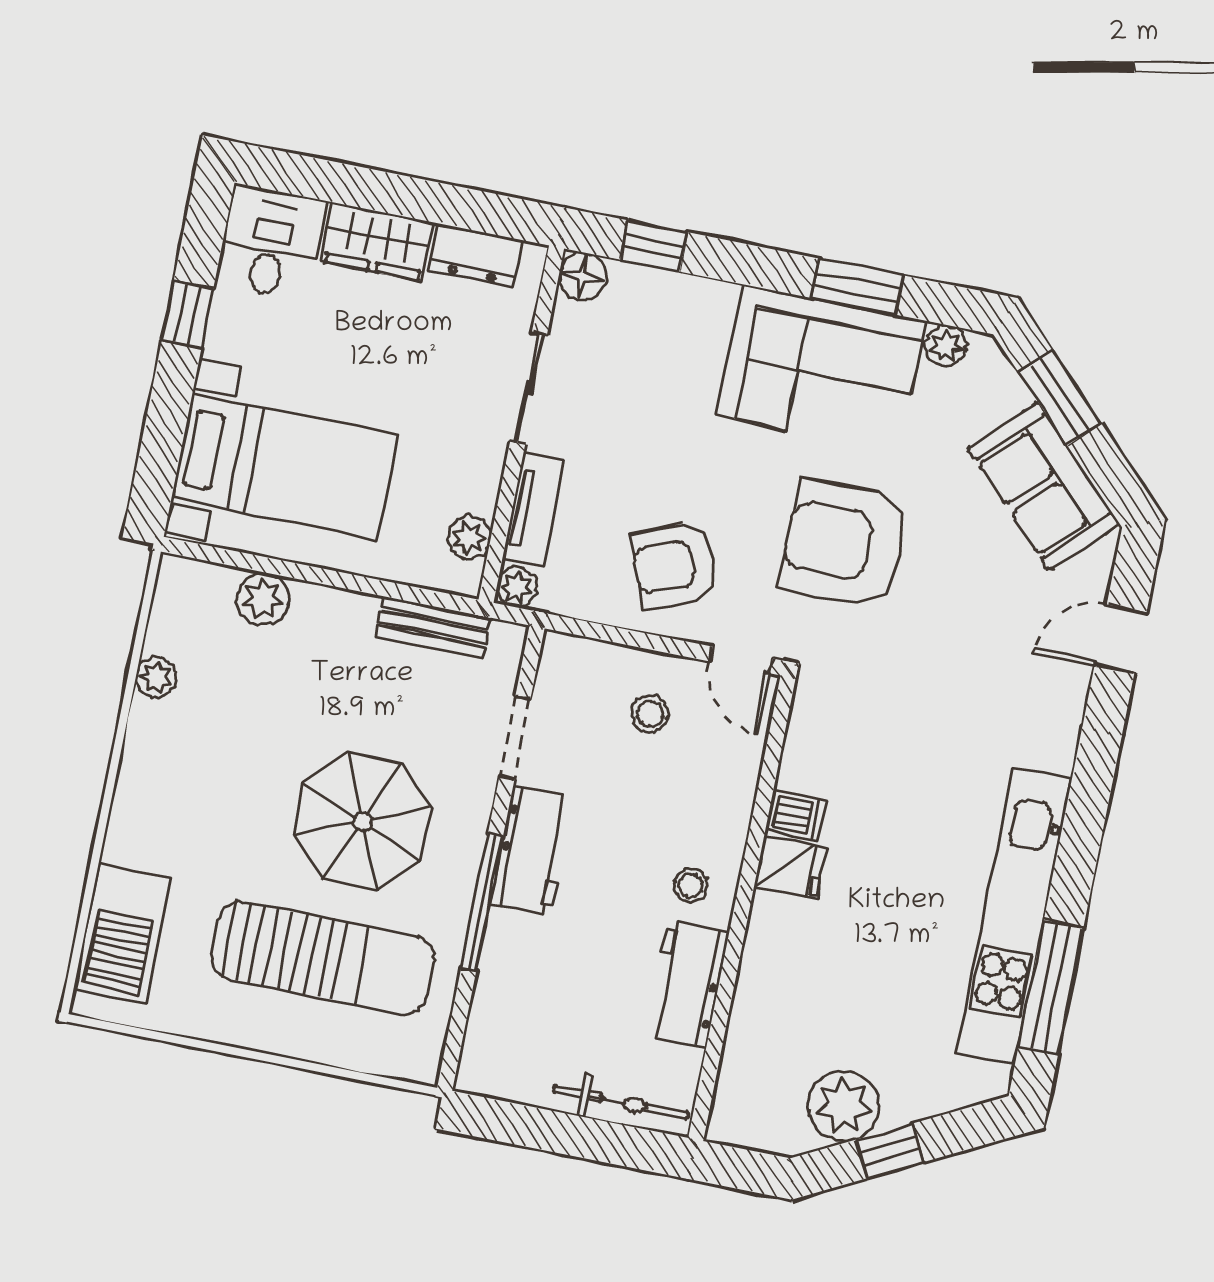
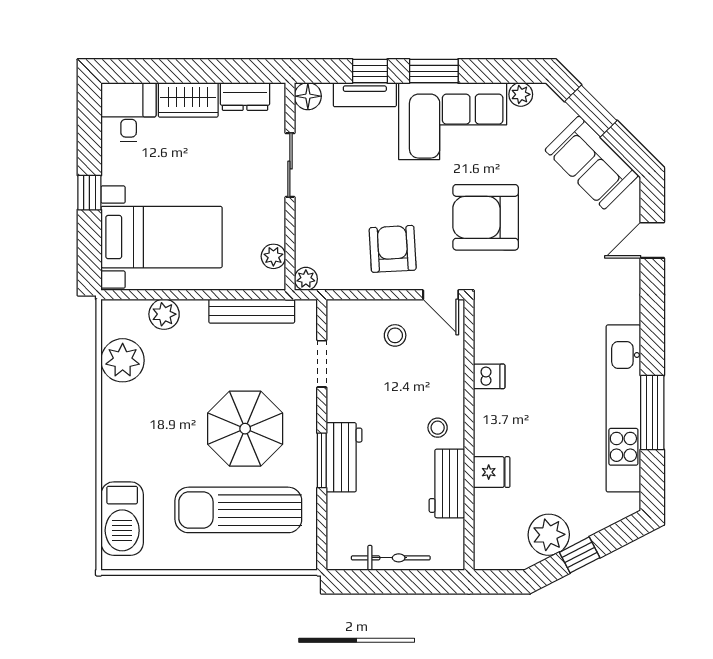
window: (654, 246) -> (370, 71), moved
window: (858, 287) -> (434, 71), moved
window: (188, 314) -> (89, 193), moved
tv unit: (533, 510) -> (365, 95), moved, turned 90
armchair: (675, 565) -> (393, 249), turned 108
bench: (433, 627) -> (252, 311), width x1.36
plant: (156, 677) -> (123, 360), width x1.87, depth x1.87
workbench: (532, 850) -> (344, 457), moved
fridge: (790, 868) -> (492, 472), moved
window: (482, 902) -> (322, 460), width x0.69
sun lounger: (323, 958) -> (238, 510), turned 180
window: (1051, 987) -> (652, 412), moved
bicycle: (621, 1102) -> (391, 558), moved

